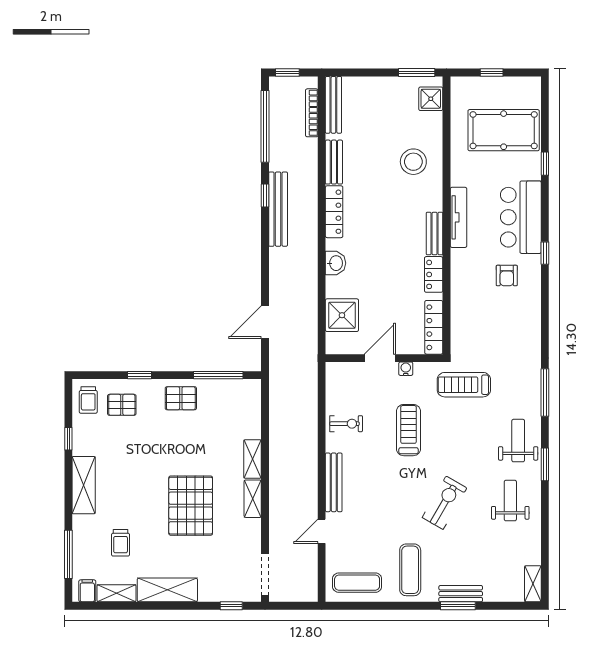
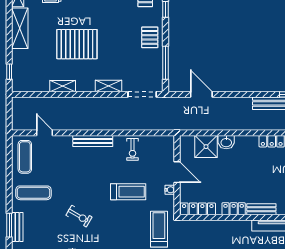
washbasin: (336, 263) -> (226, 142), moved
shelving: (253, 499) -> (63, 86), moved
exercise bike: (445, 503) -> (79, 216), width x0.73, depth x0.72
door: (322, 531) -> (45, 133), moved
doorway: (265, 575) -> (142, 94), moved

